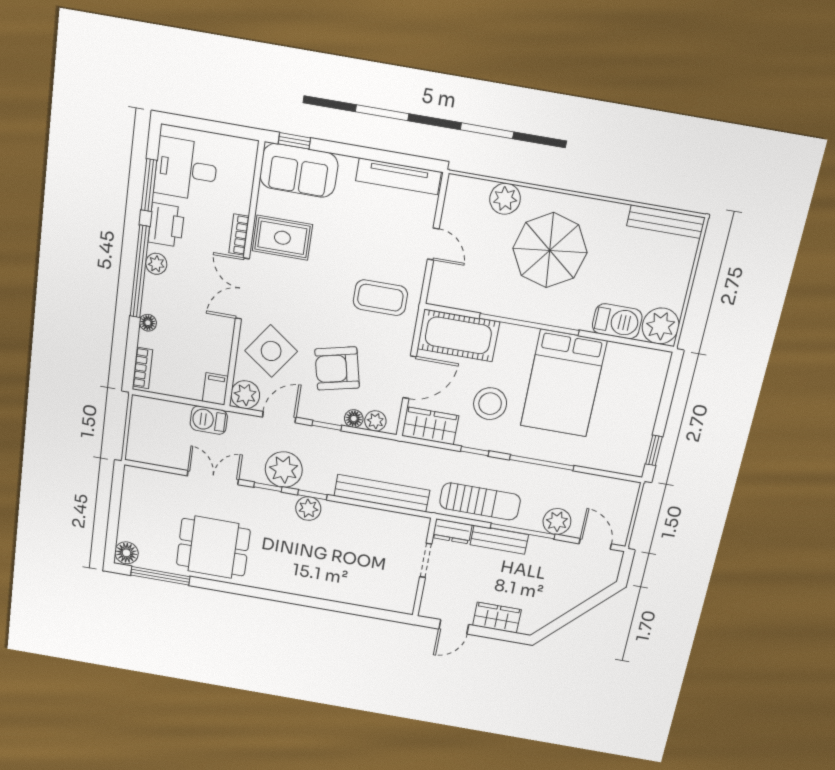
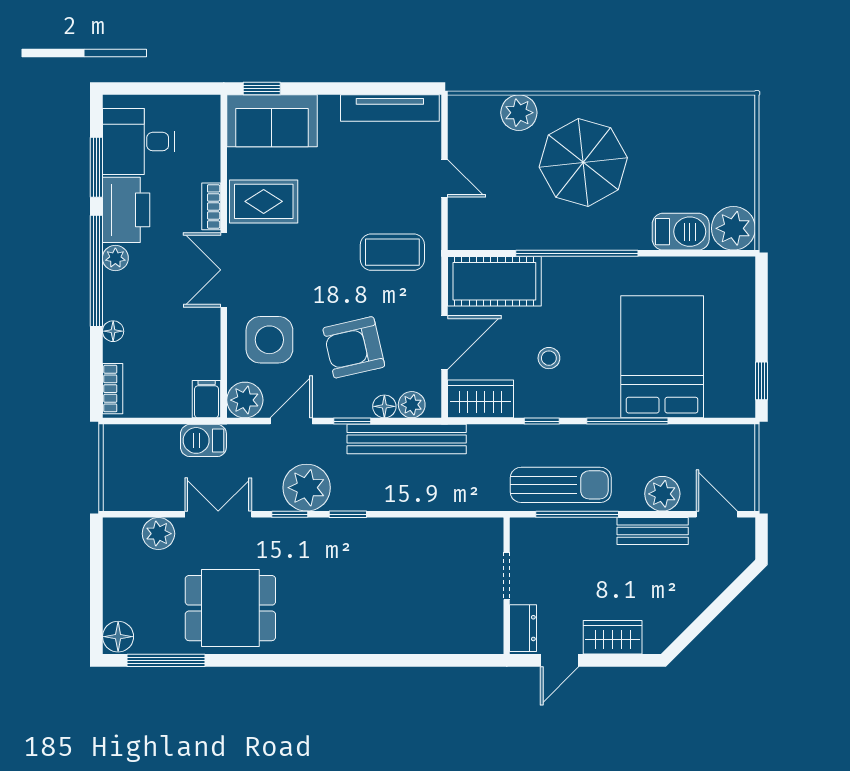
bench: (666, 222) -> (711, 107), removed
printer: (166, 225) -> (126, 210), width x1.37, depth x1.19
side table: (271, 351) -> (269, 340), turned -36
bed: (563, 383) -> (662, 357), moved, turned 180
stool: (490, 404) -> (549, 358), width x0.53, depth x0.53
bench: (382, 493) -> (407, 439), moved
plant: (308, 509) -> (158, 534), moved
dresser: (452, 531) -> (523, 628), moved, turned -90
window: (523, 531) -> (577, 514), moved
bench: (499, 540) -> (653, 531), moved

